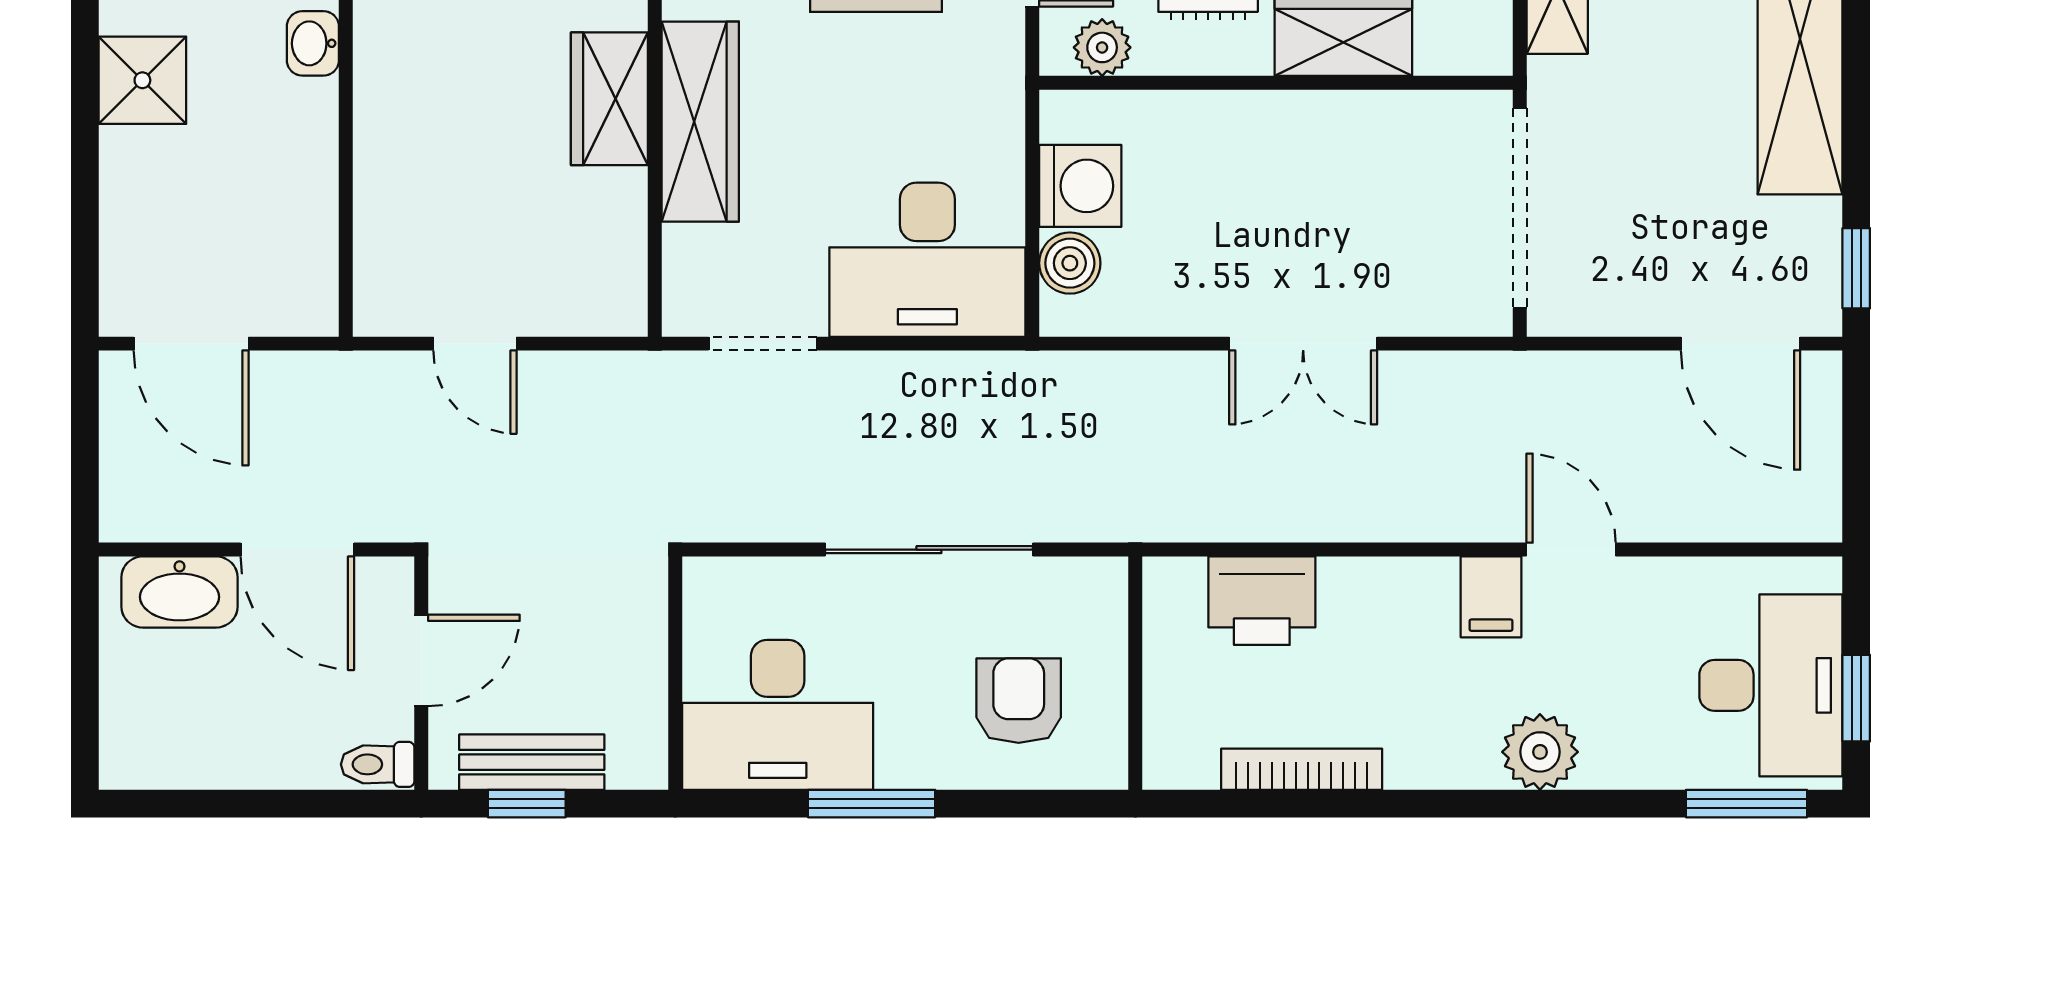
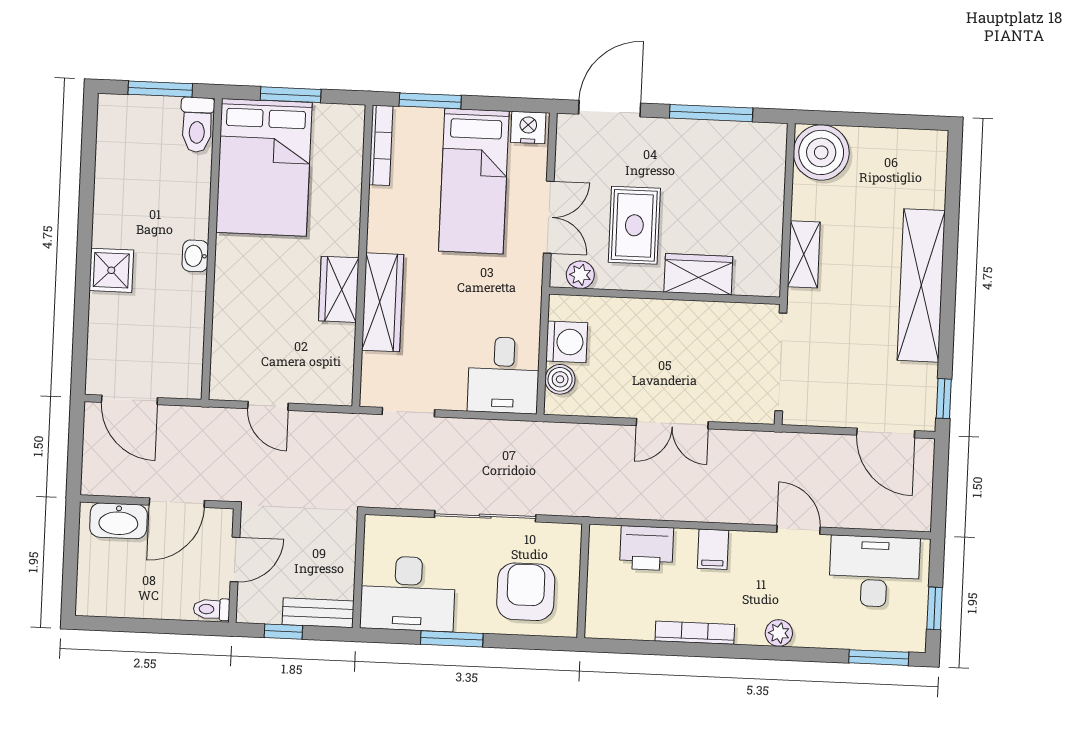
desk: (927, 260) -> (504, 375), width x0.73
door: (297, 550) -> (177, 503), hinge flipped
filing cabinet: (1491, 597) -> (713, 549), moved
desk: (1771, 685) -> (874, 571), moved, turned -90
armchair: (1019, 701) -> (526, 592), width x1.38, depth x1.38
plant: (1540, 752) -> (779, 633), width x0.73, depth x0.73
bench: (532, 762) -> (318, 613), moved
bookcase: (1302, 769) -> (695, 633), moved

